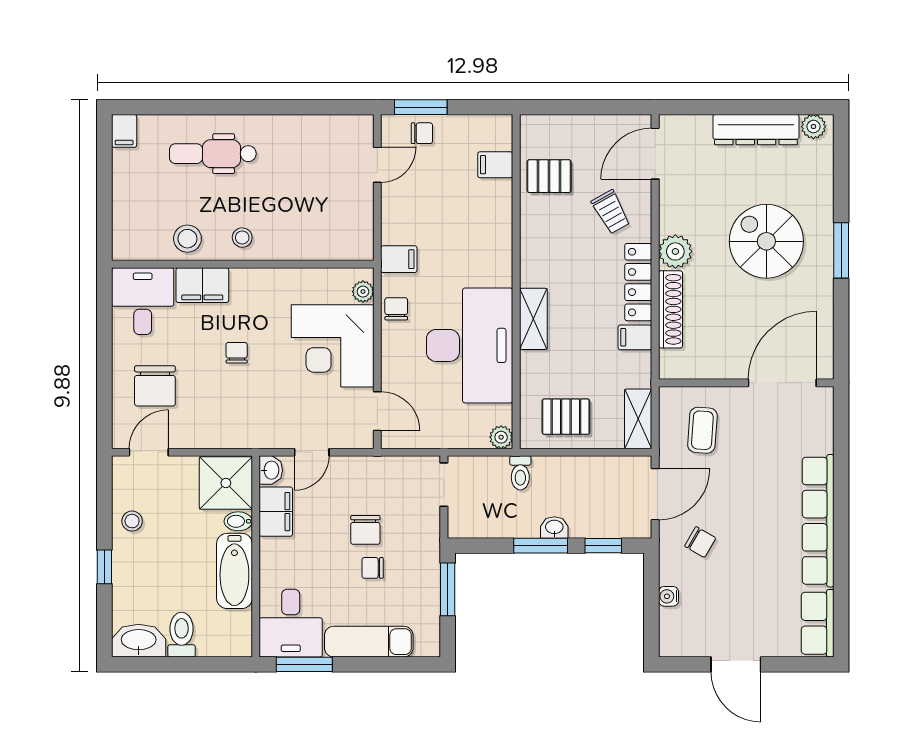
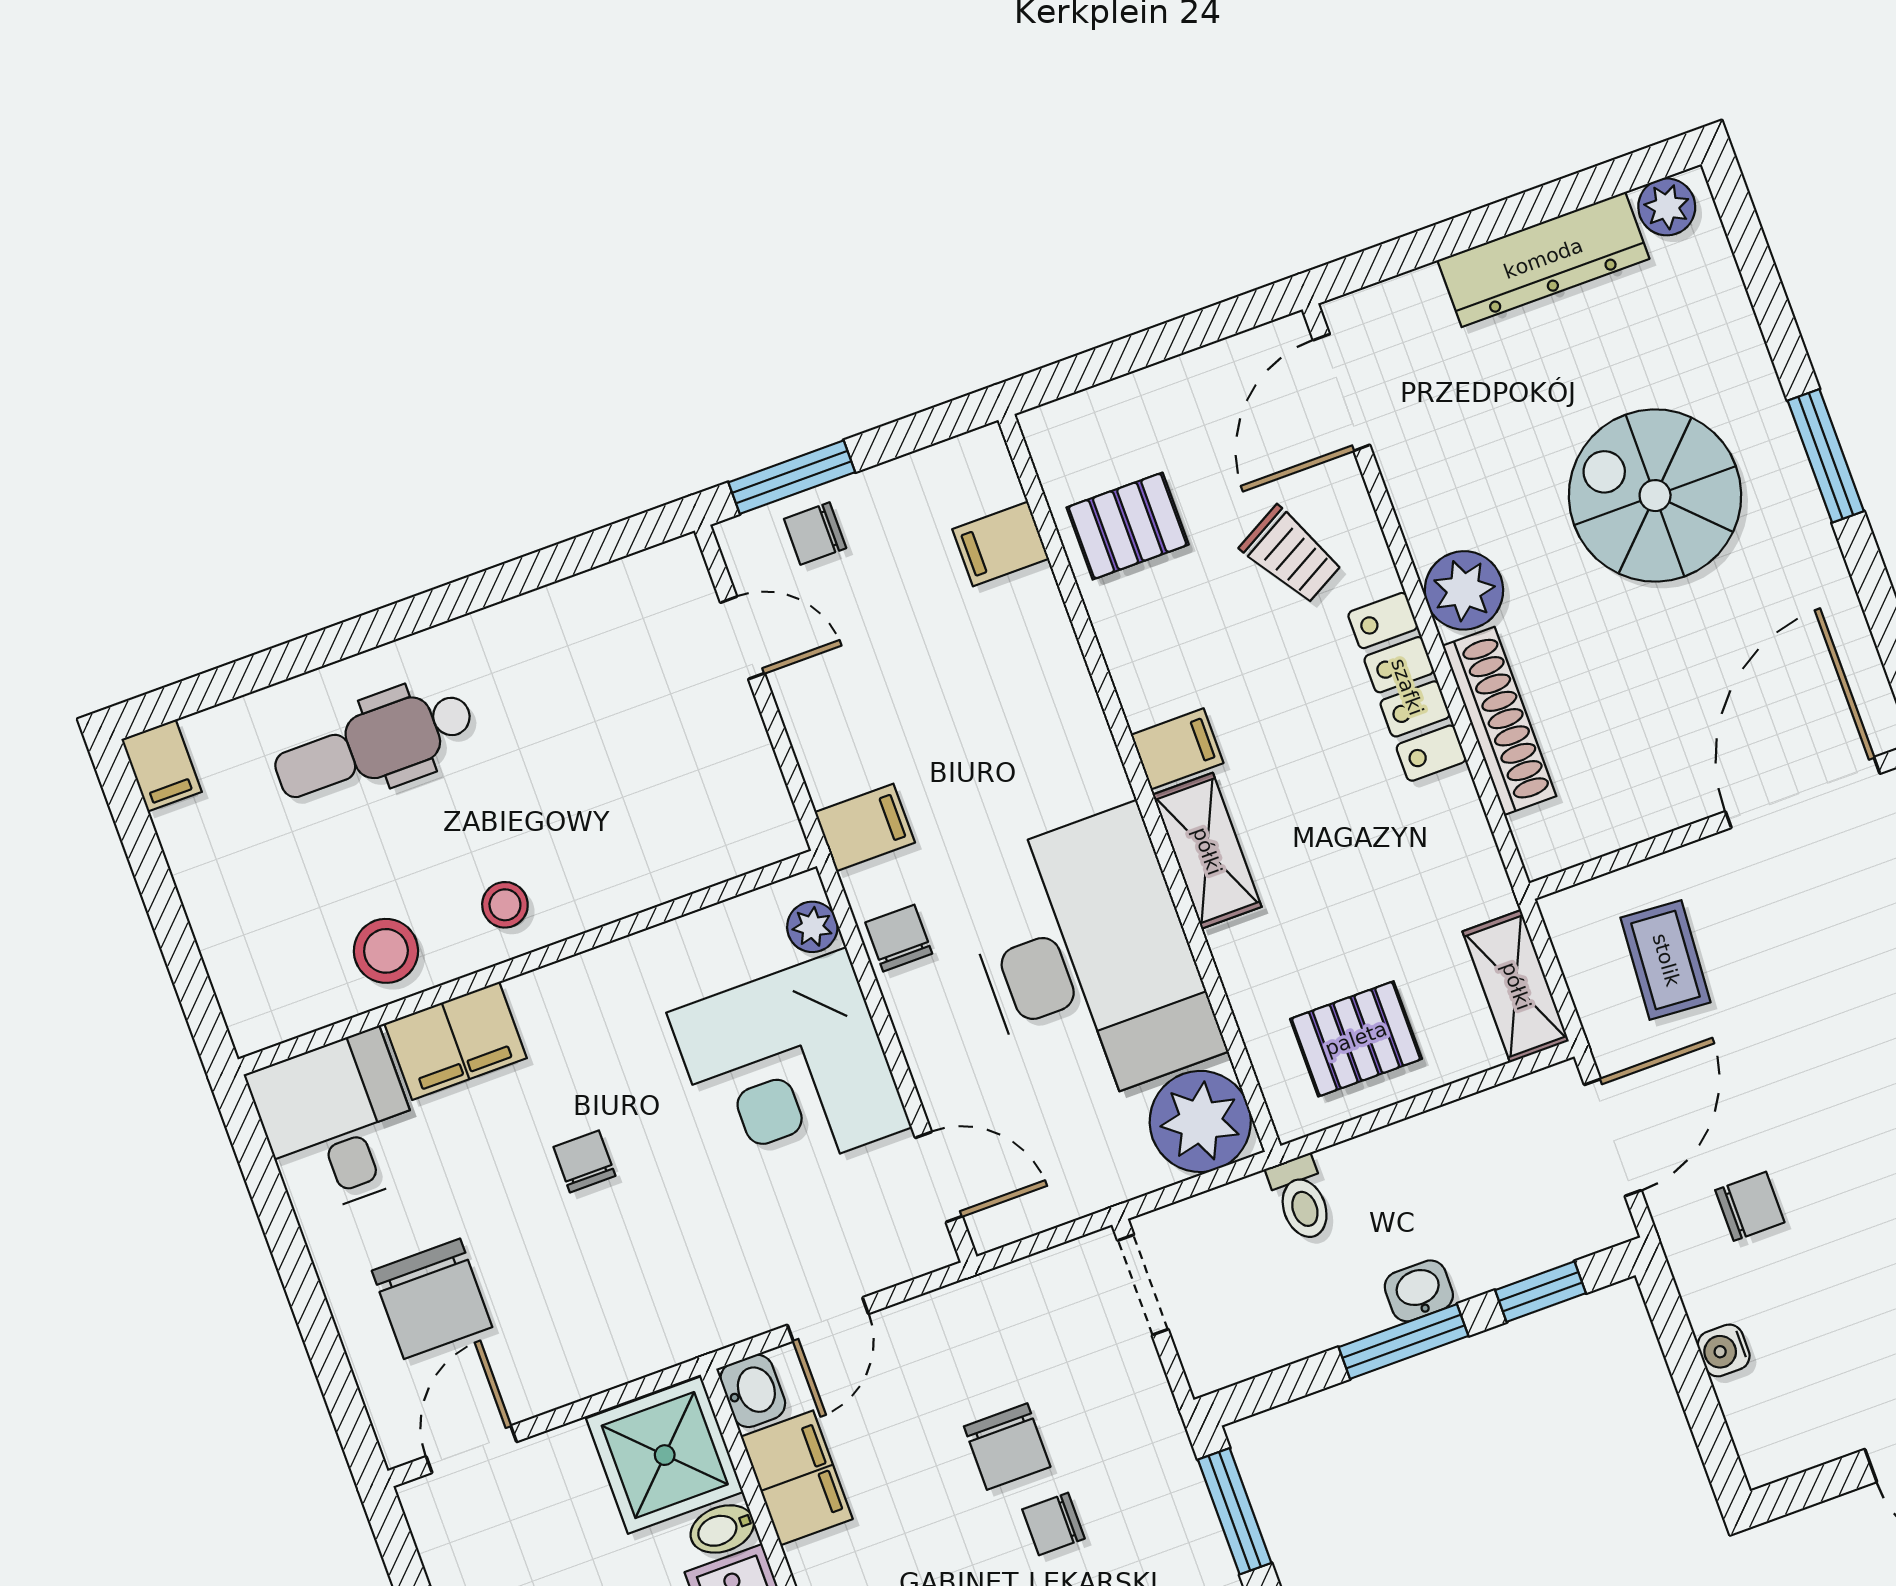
chair: (422, 133) -> (815, 533), turned 180
door: (377, 165) -> (743, 638), hinge flipped
filing cabinet: (635, 337) -> (1177, 749), moved, turned 180
plant: (501, 437) -> (1200, 1121), width x1.88, depth x1.88
chair: (700, 542) -> (1750, 1206), turned -30

